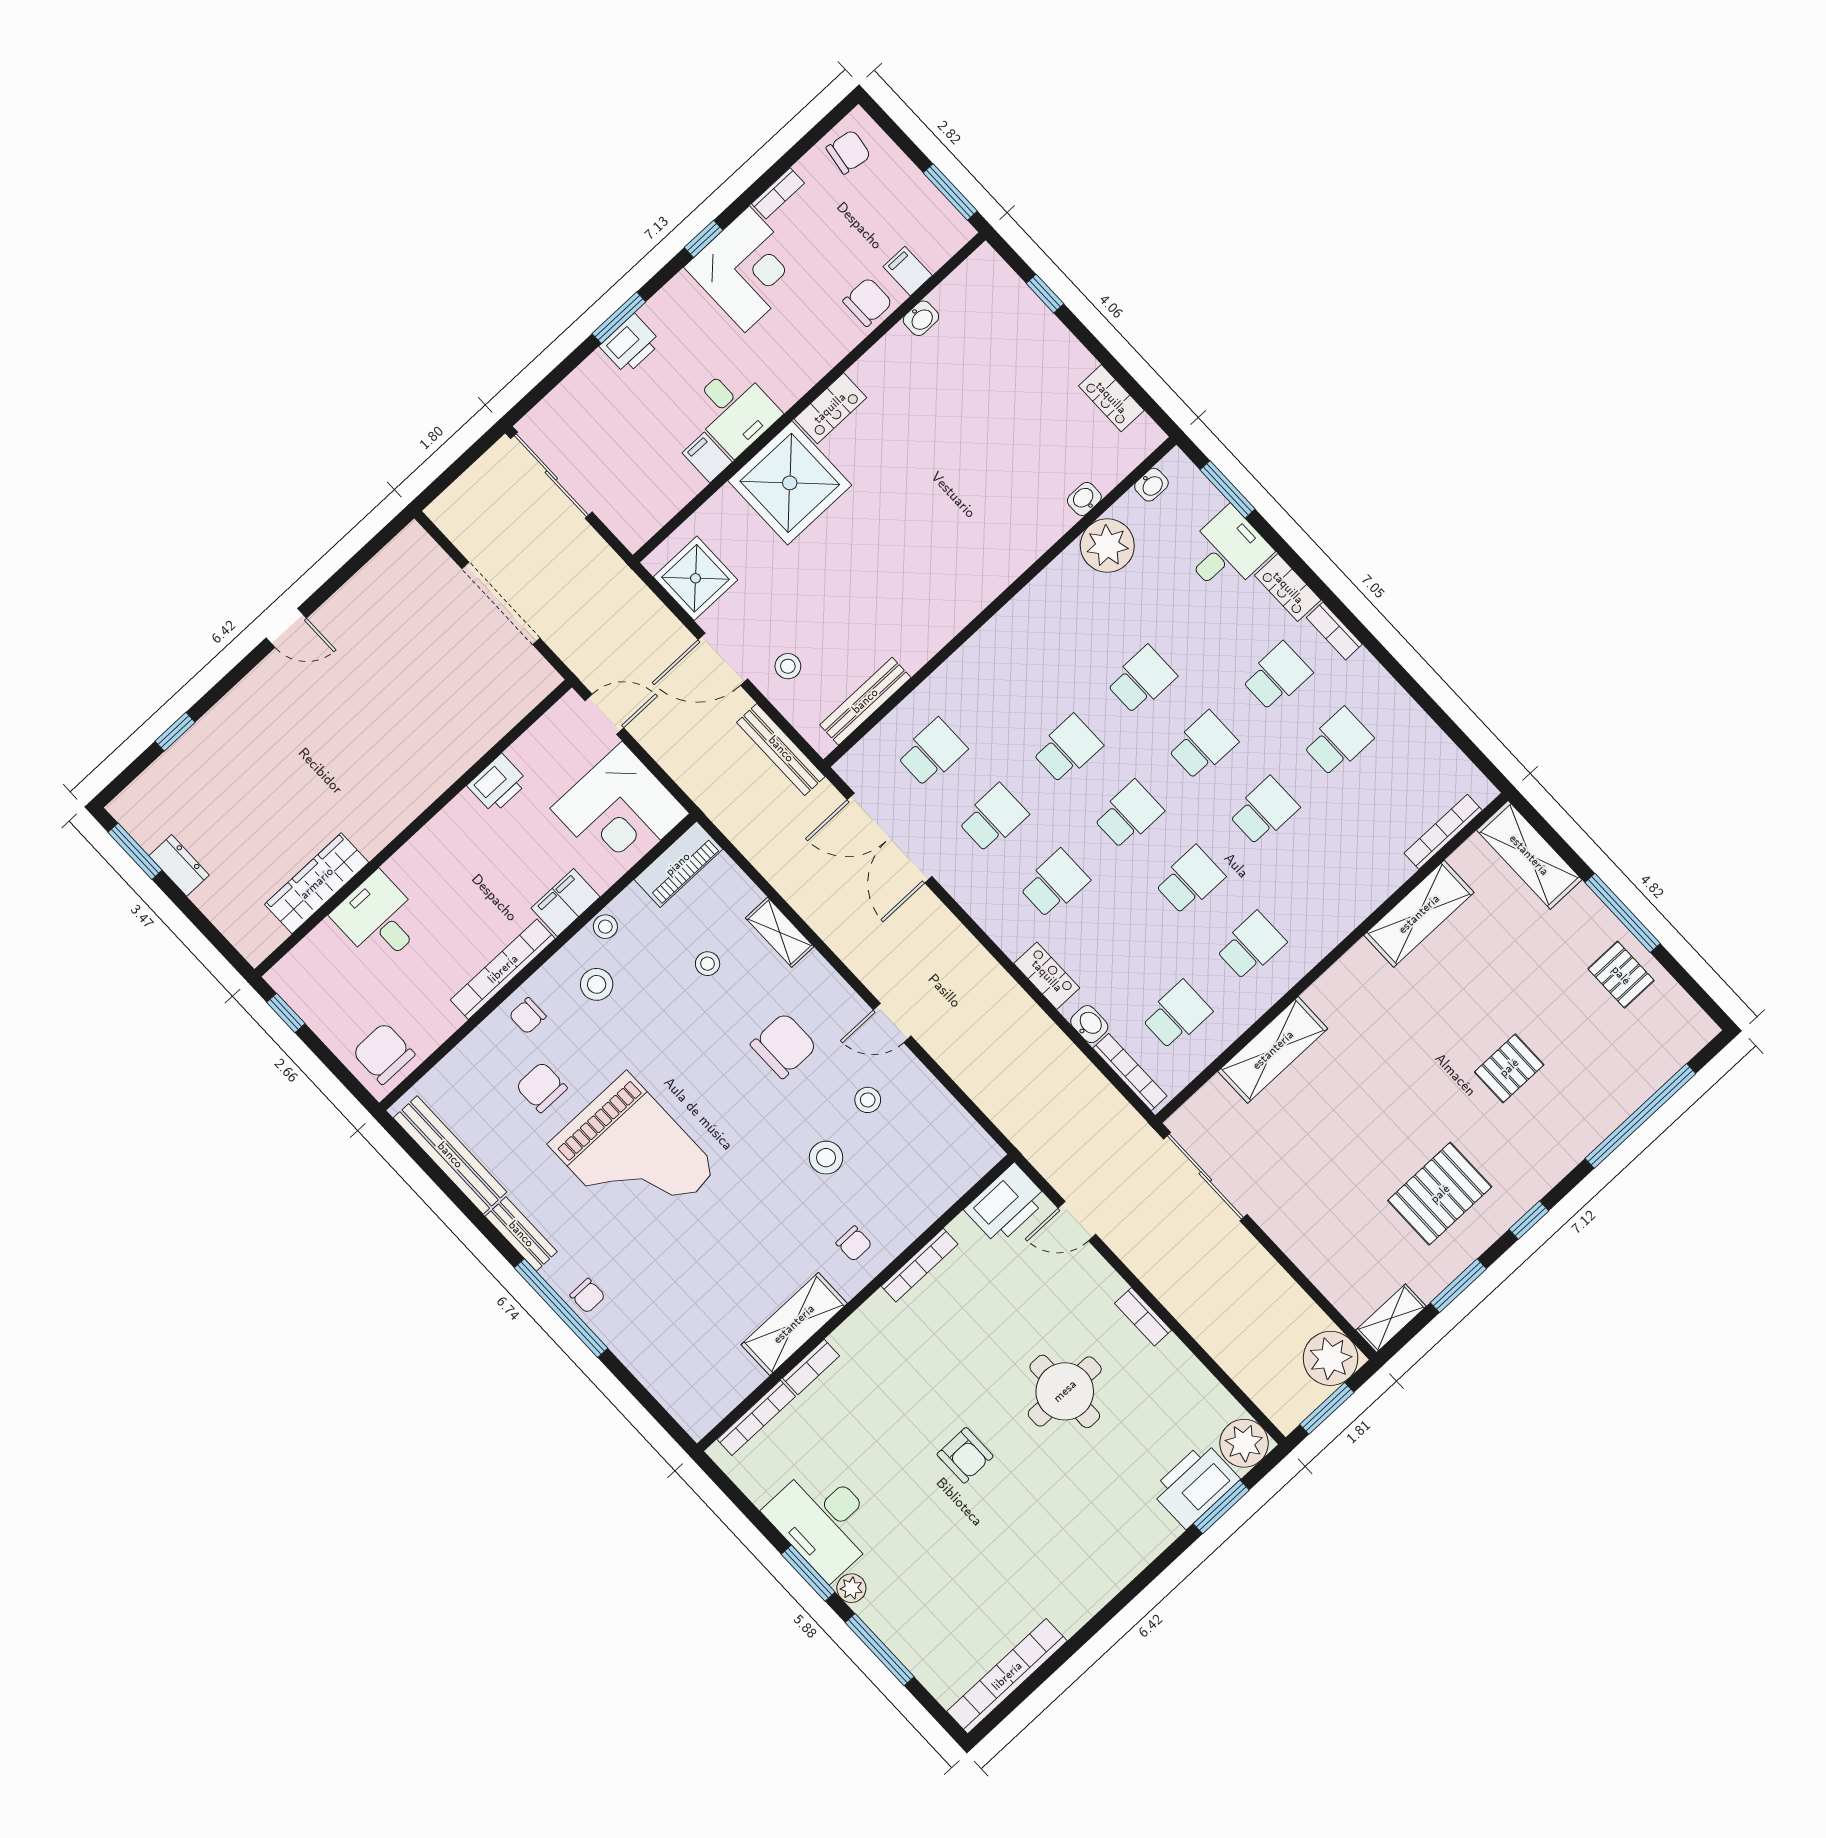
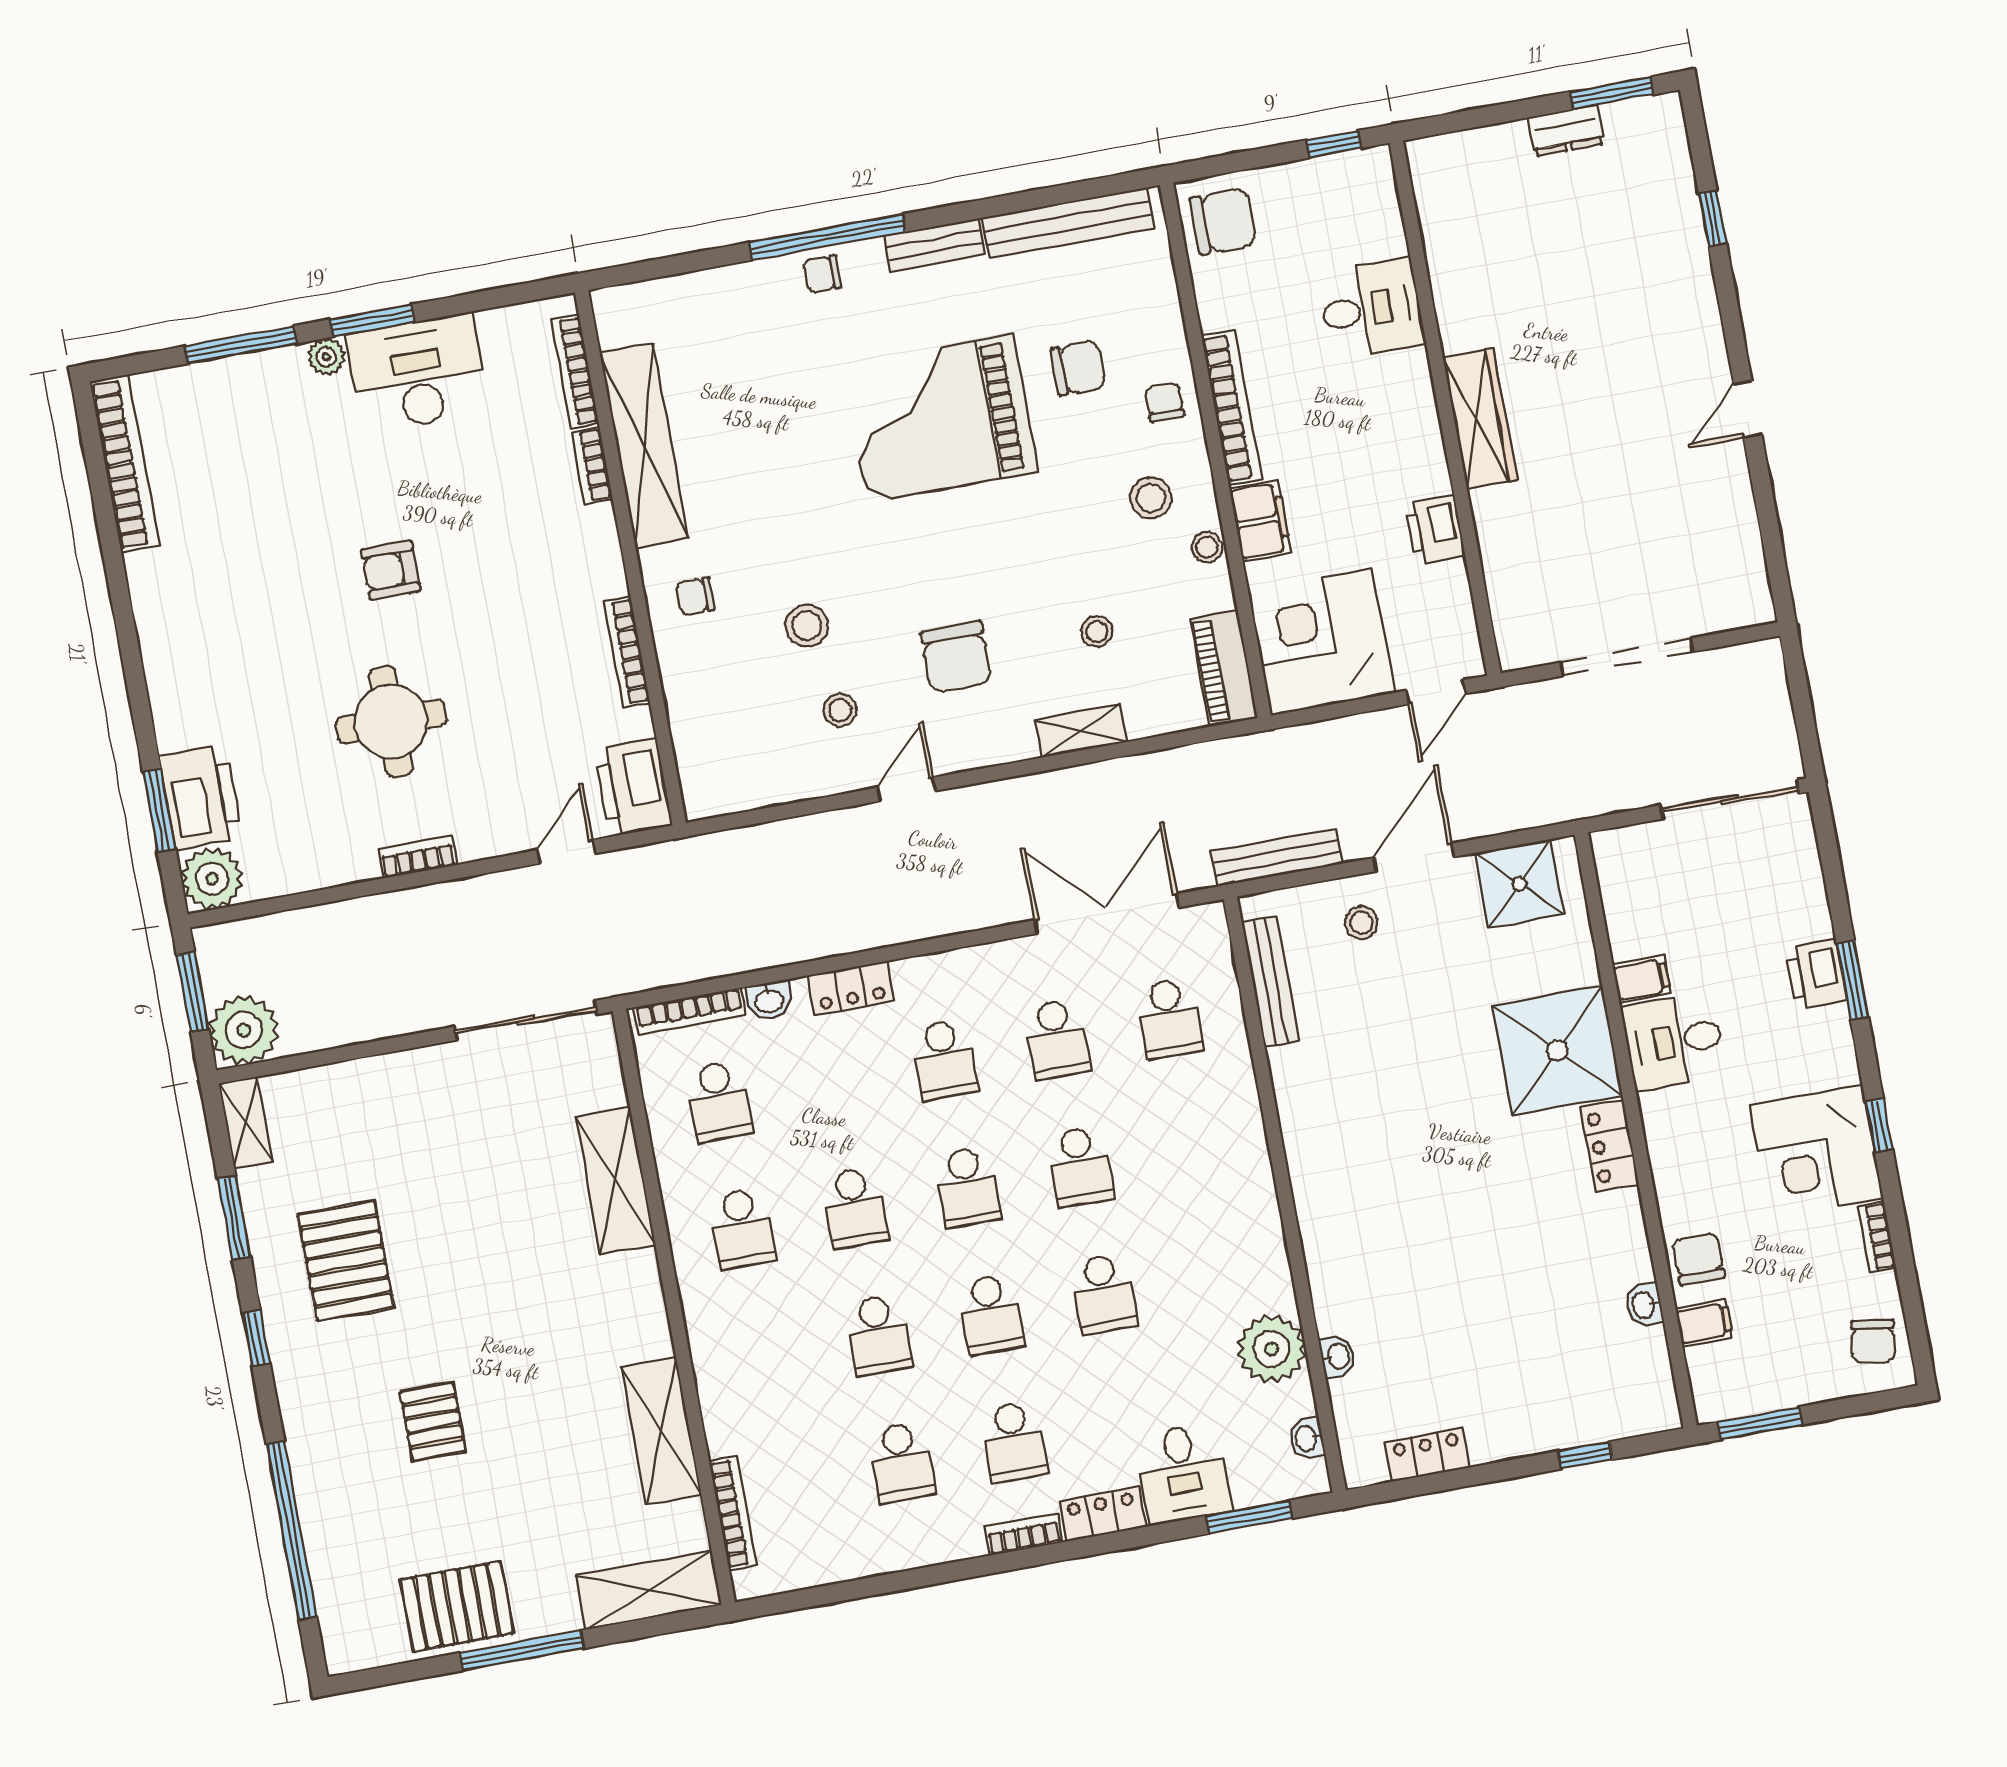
chair: (868, 302) -> (1698, 1259), turned 180
wardrobe: (317, 883) -> (1480, 418), moved
pallet: (1621, 975) -> (457, 1606), width x1.50, depth x1.42
shelving: (794, 1324) -> (644, 446), width x1.47

